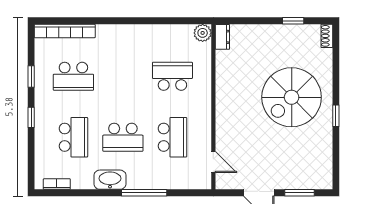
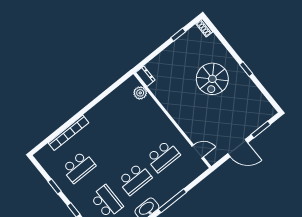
bookcase: (65, 31) -> (68, 133), moved
plant: (203, 33) -> (140, 93), moved
school desk: (172, 76) -> (135, 122), removed
spiral stairs: (292, 97) -> (212, 79), width x0.73, depth x0.73
school desk: (172, 137) -> (163, 156), turned 90

